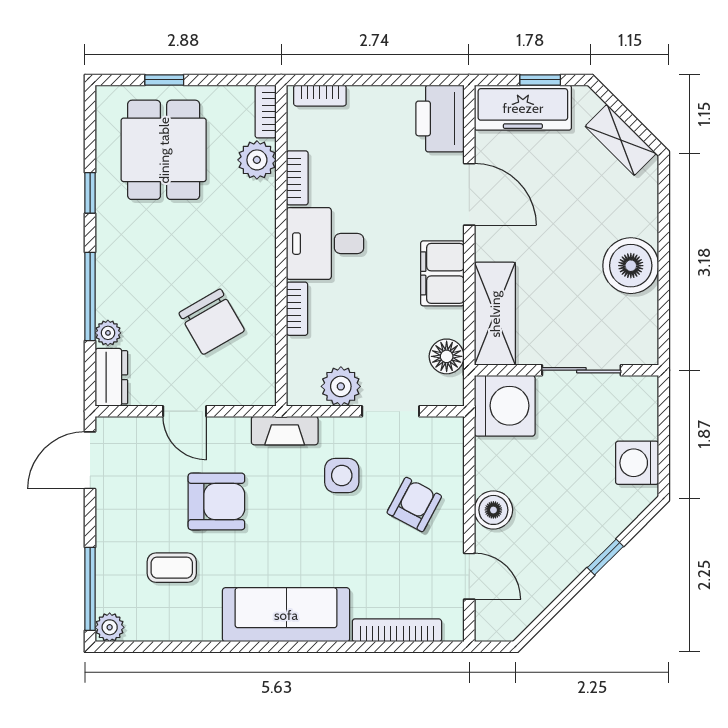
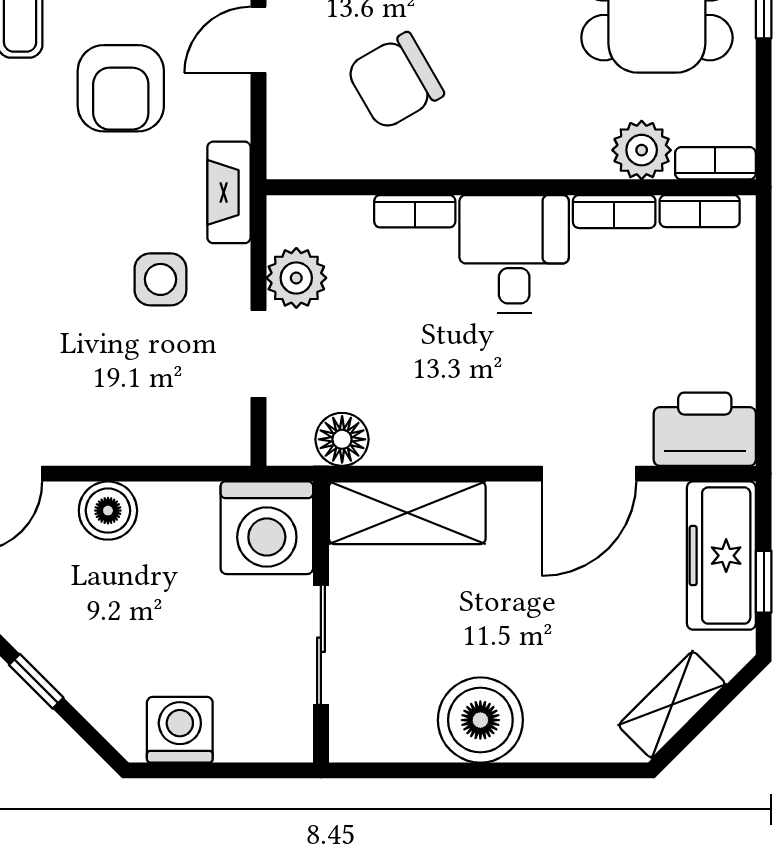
bookcase: (320, 96) -> (700, 211), moved, turned -90
filing cabinet: (442, 273) -> (469, 433), removed
armchair: (414, 504) -> (116, 390), removed

